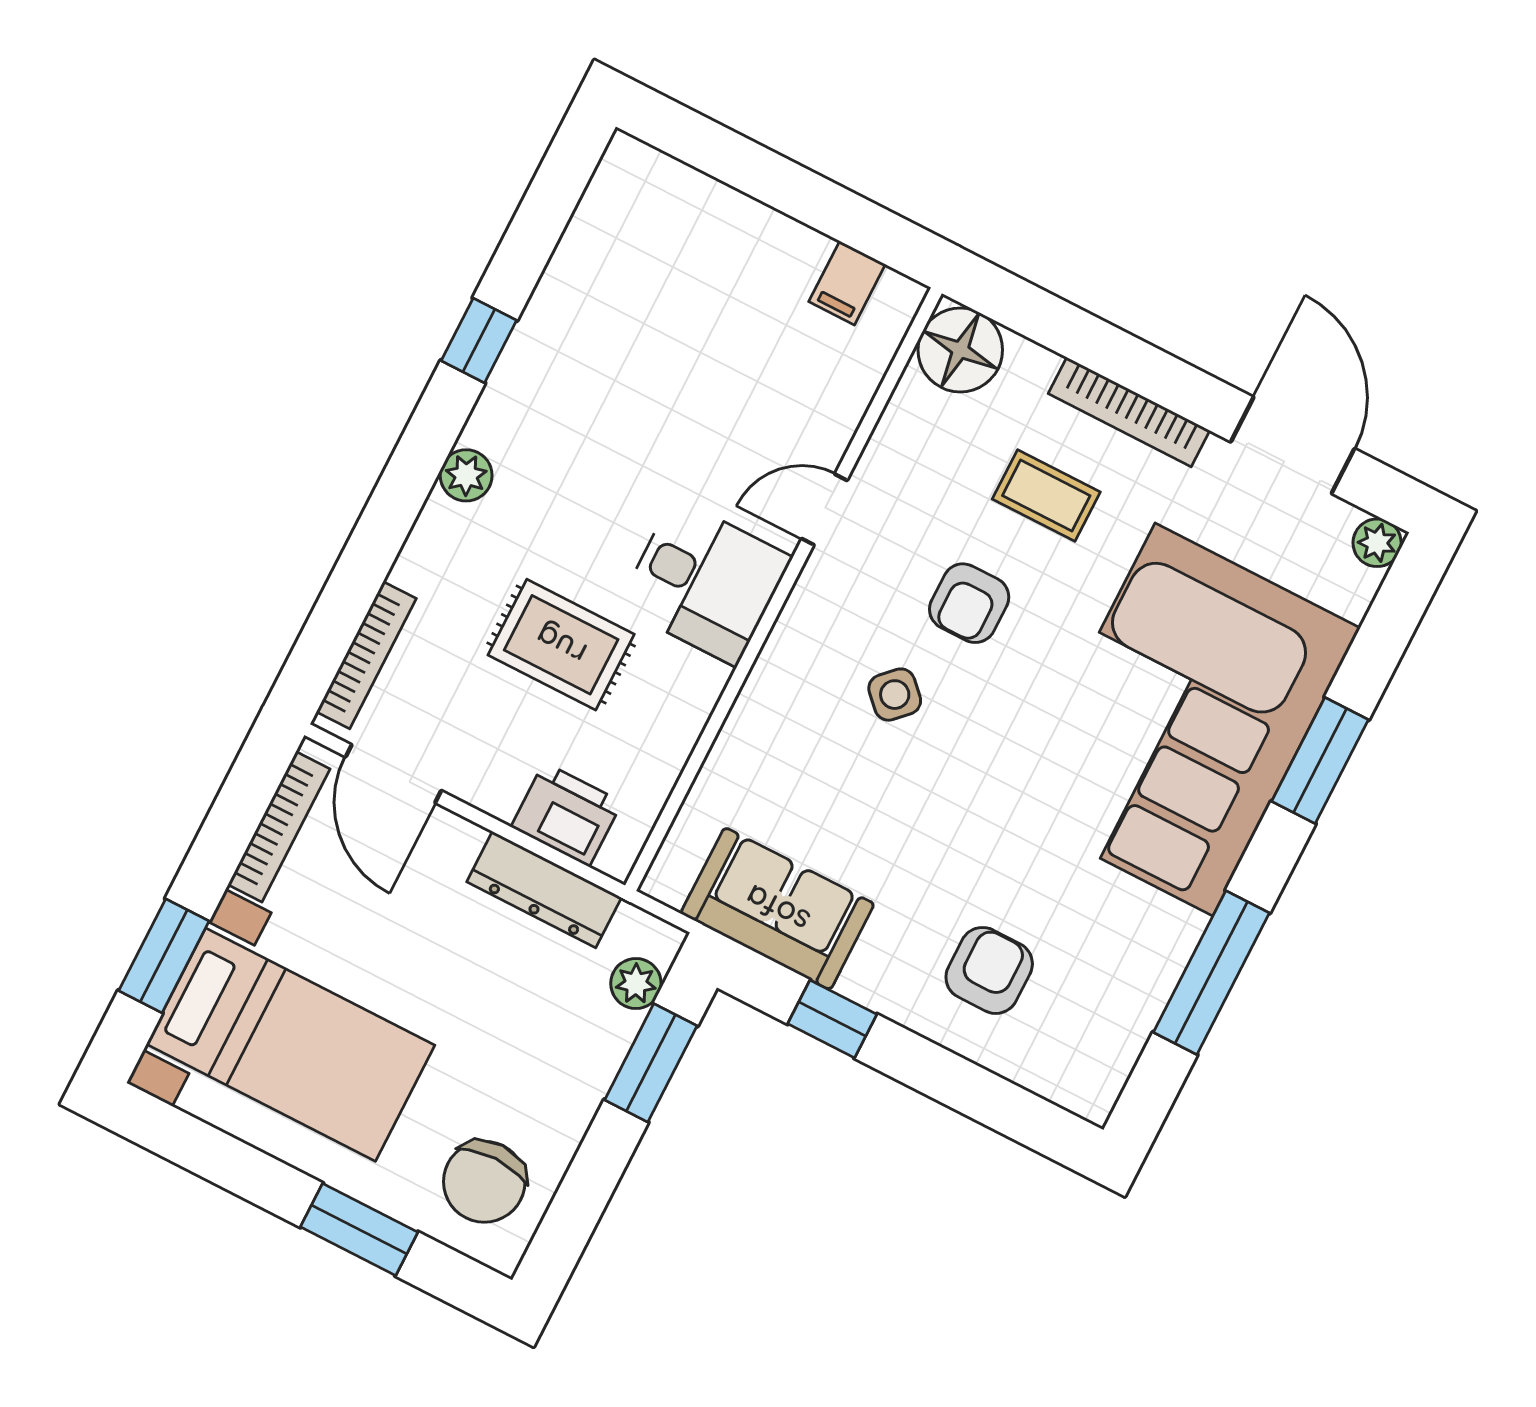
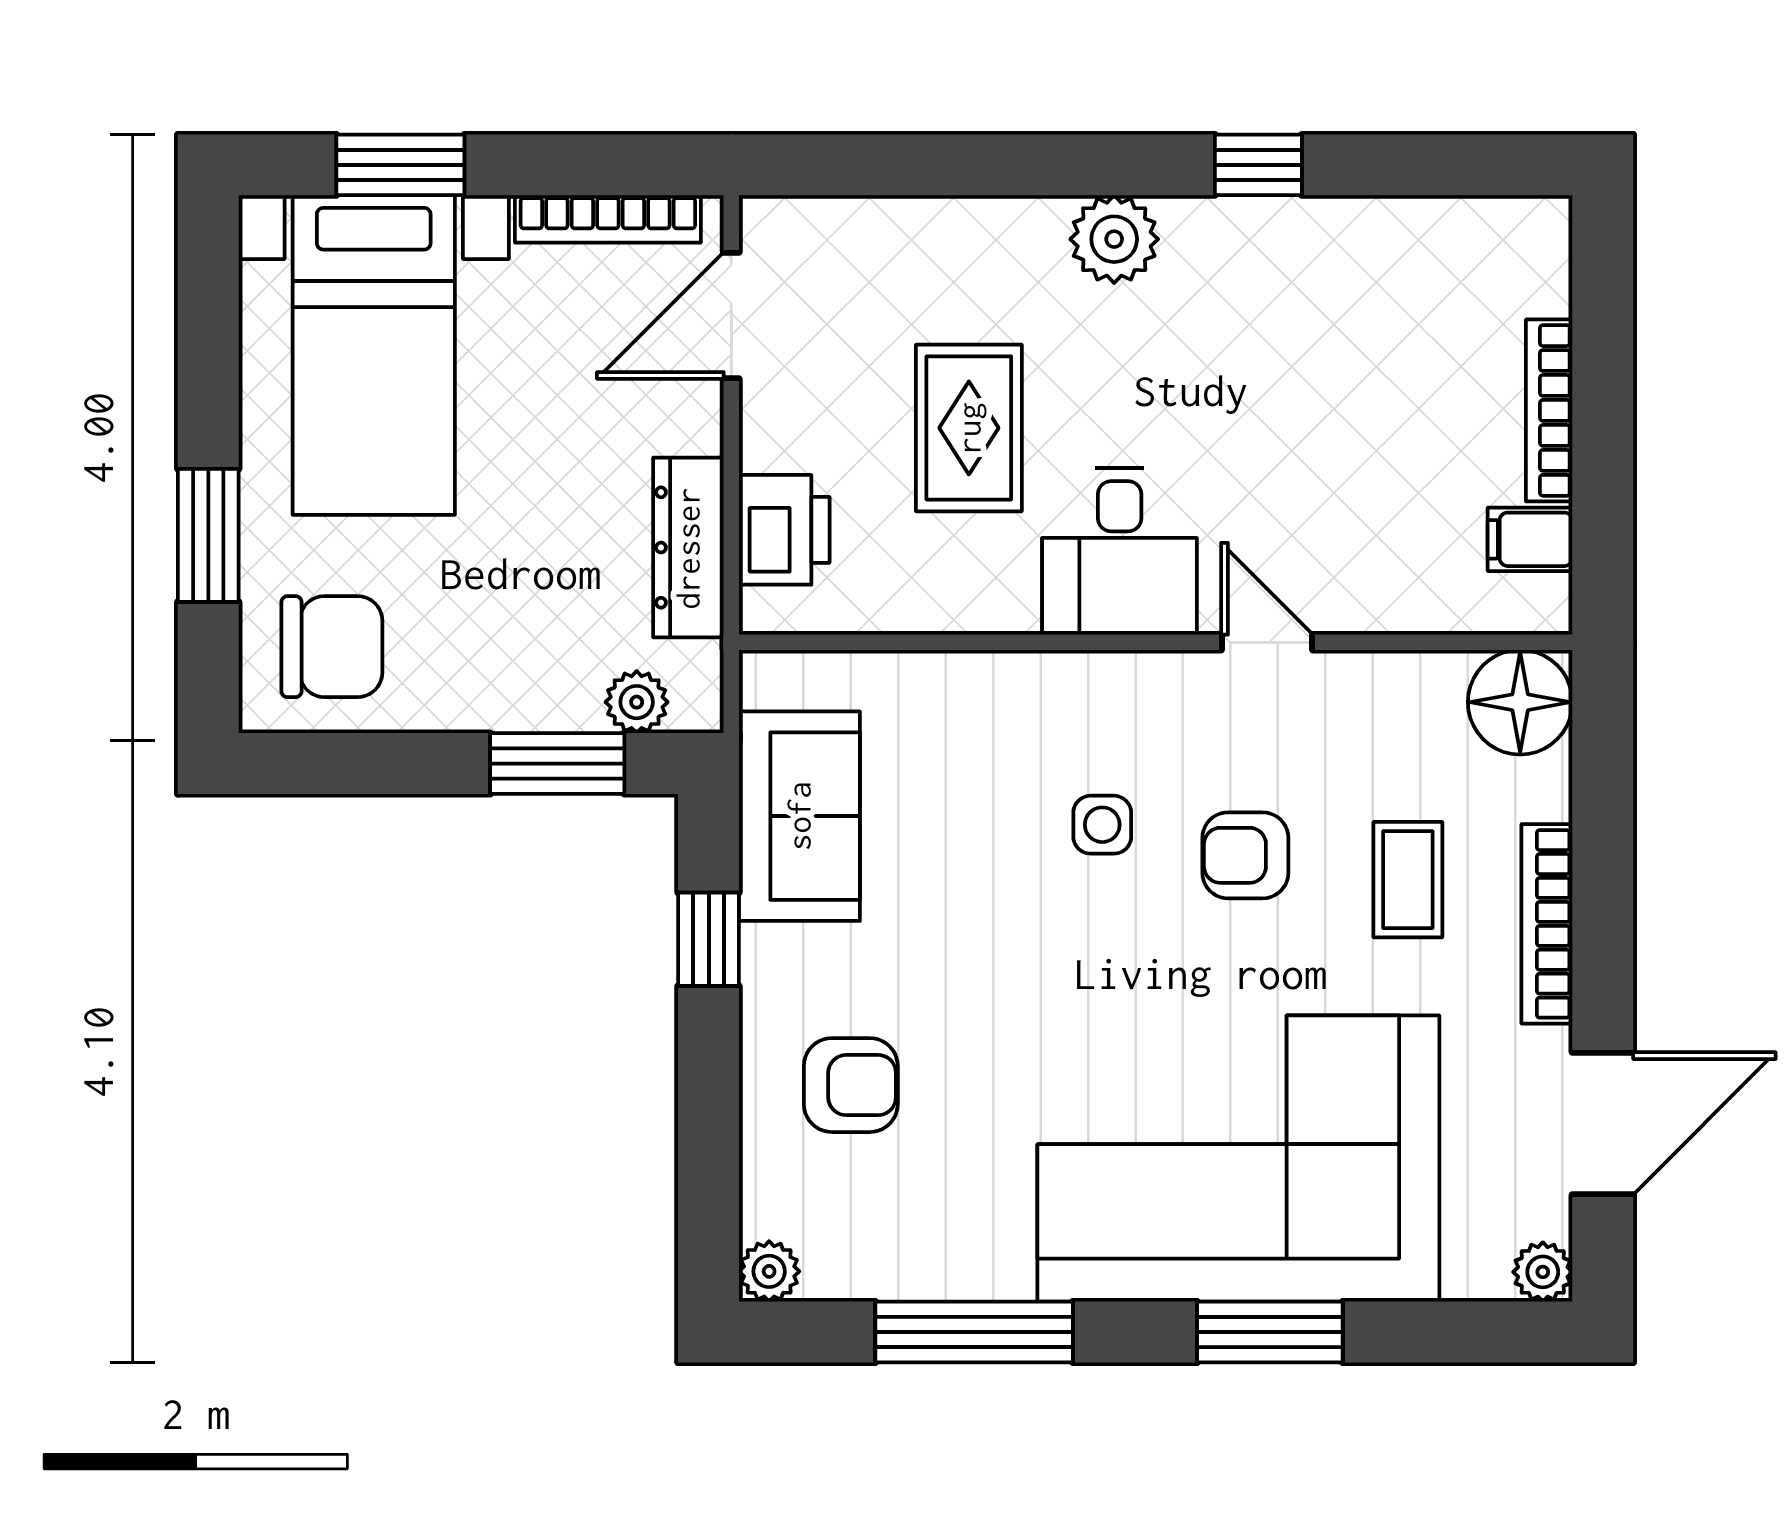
plant: (466, 475) -> (1114, 239), width x1.38, depth x1.38
bookcase: (366, 655) -> (1549, 410), moved, turned 90
side table: (895, 695) -> (1102, 825), turned 45
plant: (1093, 1097) -> (769, 1271), added
chair: (484, 1182) -> (332, 647), turned 180

